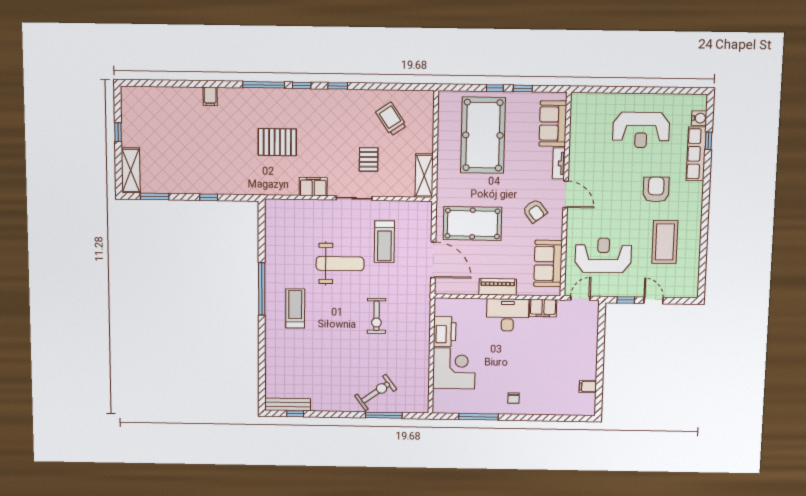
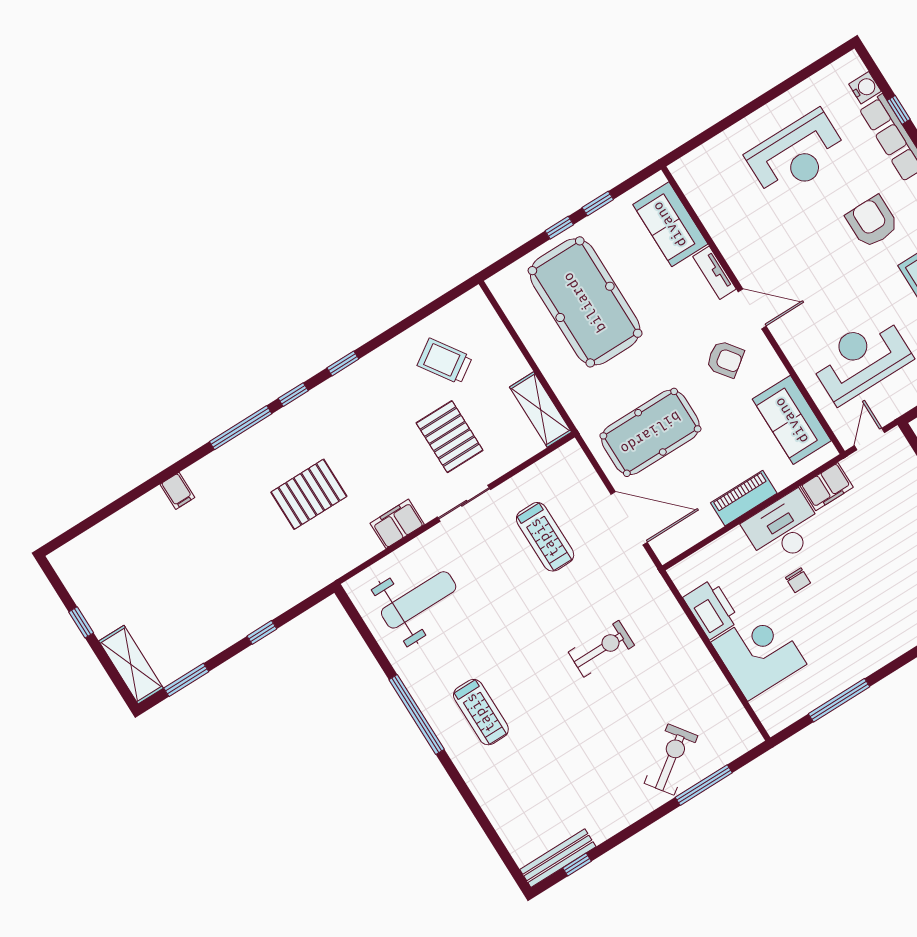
pallet: (369, 159) -> (450, 437), width x1.50, depth x1.42
weight bench: (340, 264) -> (419, 600), moved
treadmill: (295, 308) -> (481, 712), turned 180
exercise bike: (376, 316) -> (601, 649), turned -90
chair: (514, 398) -> (798, 580), moved

